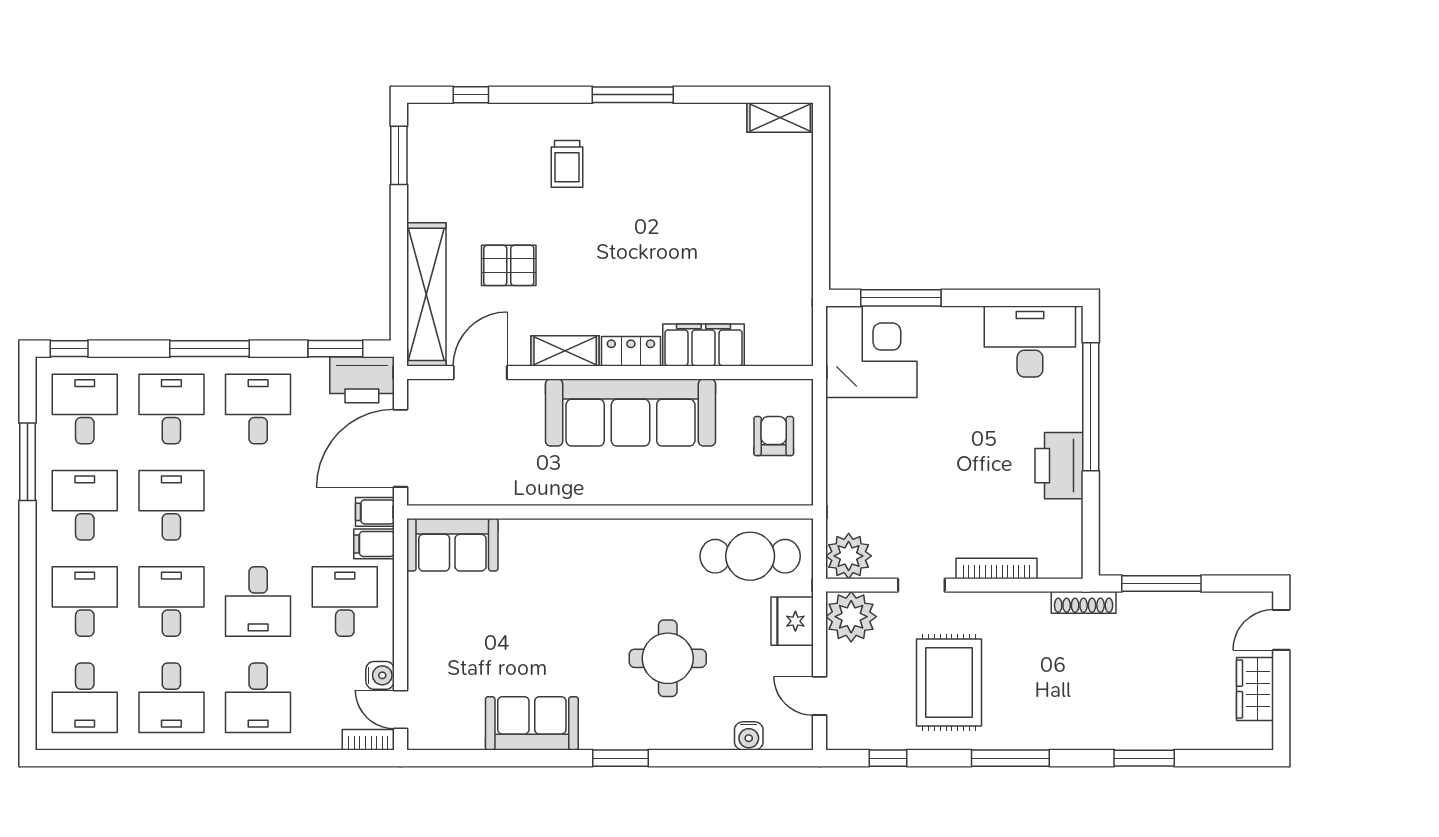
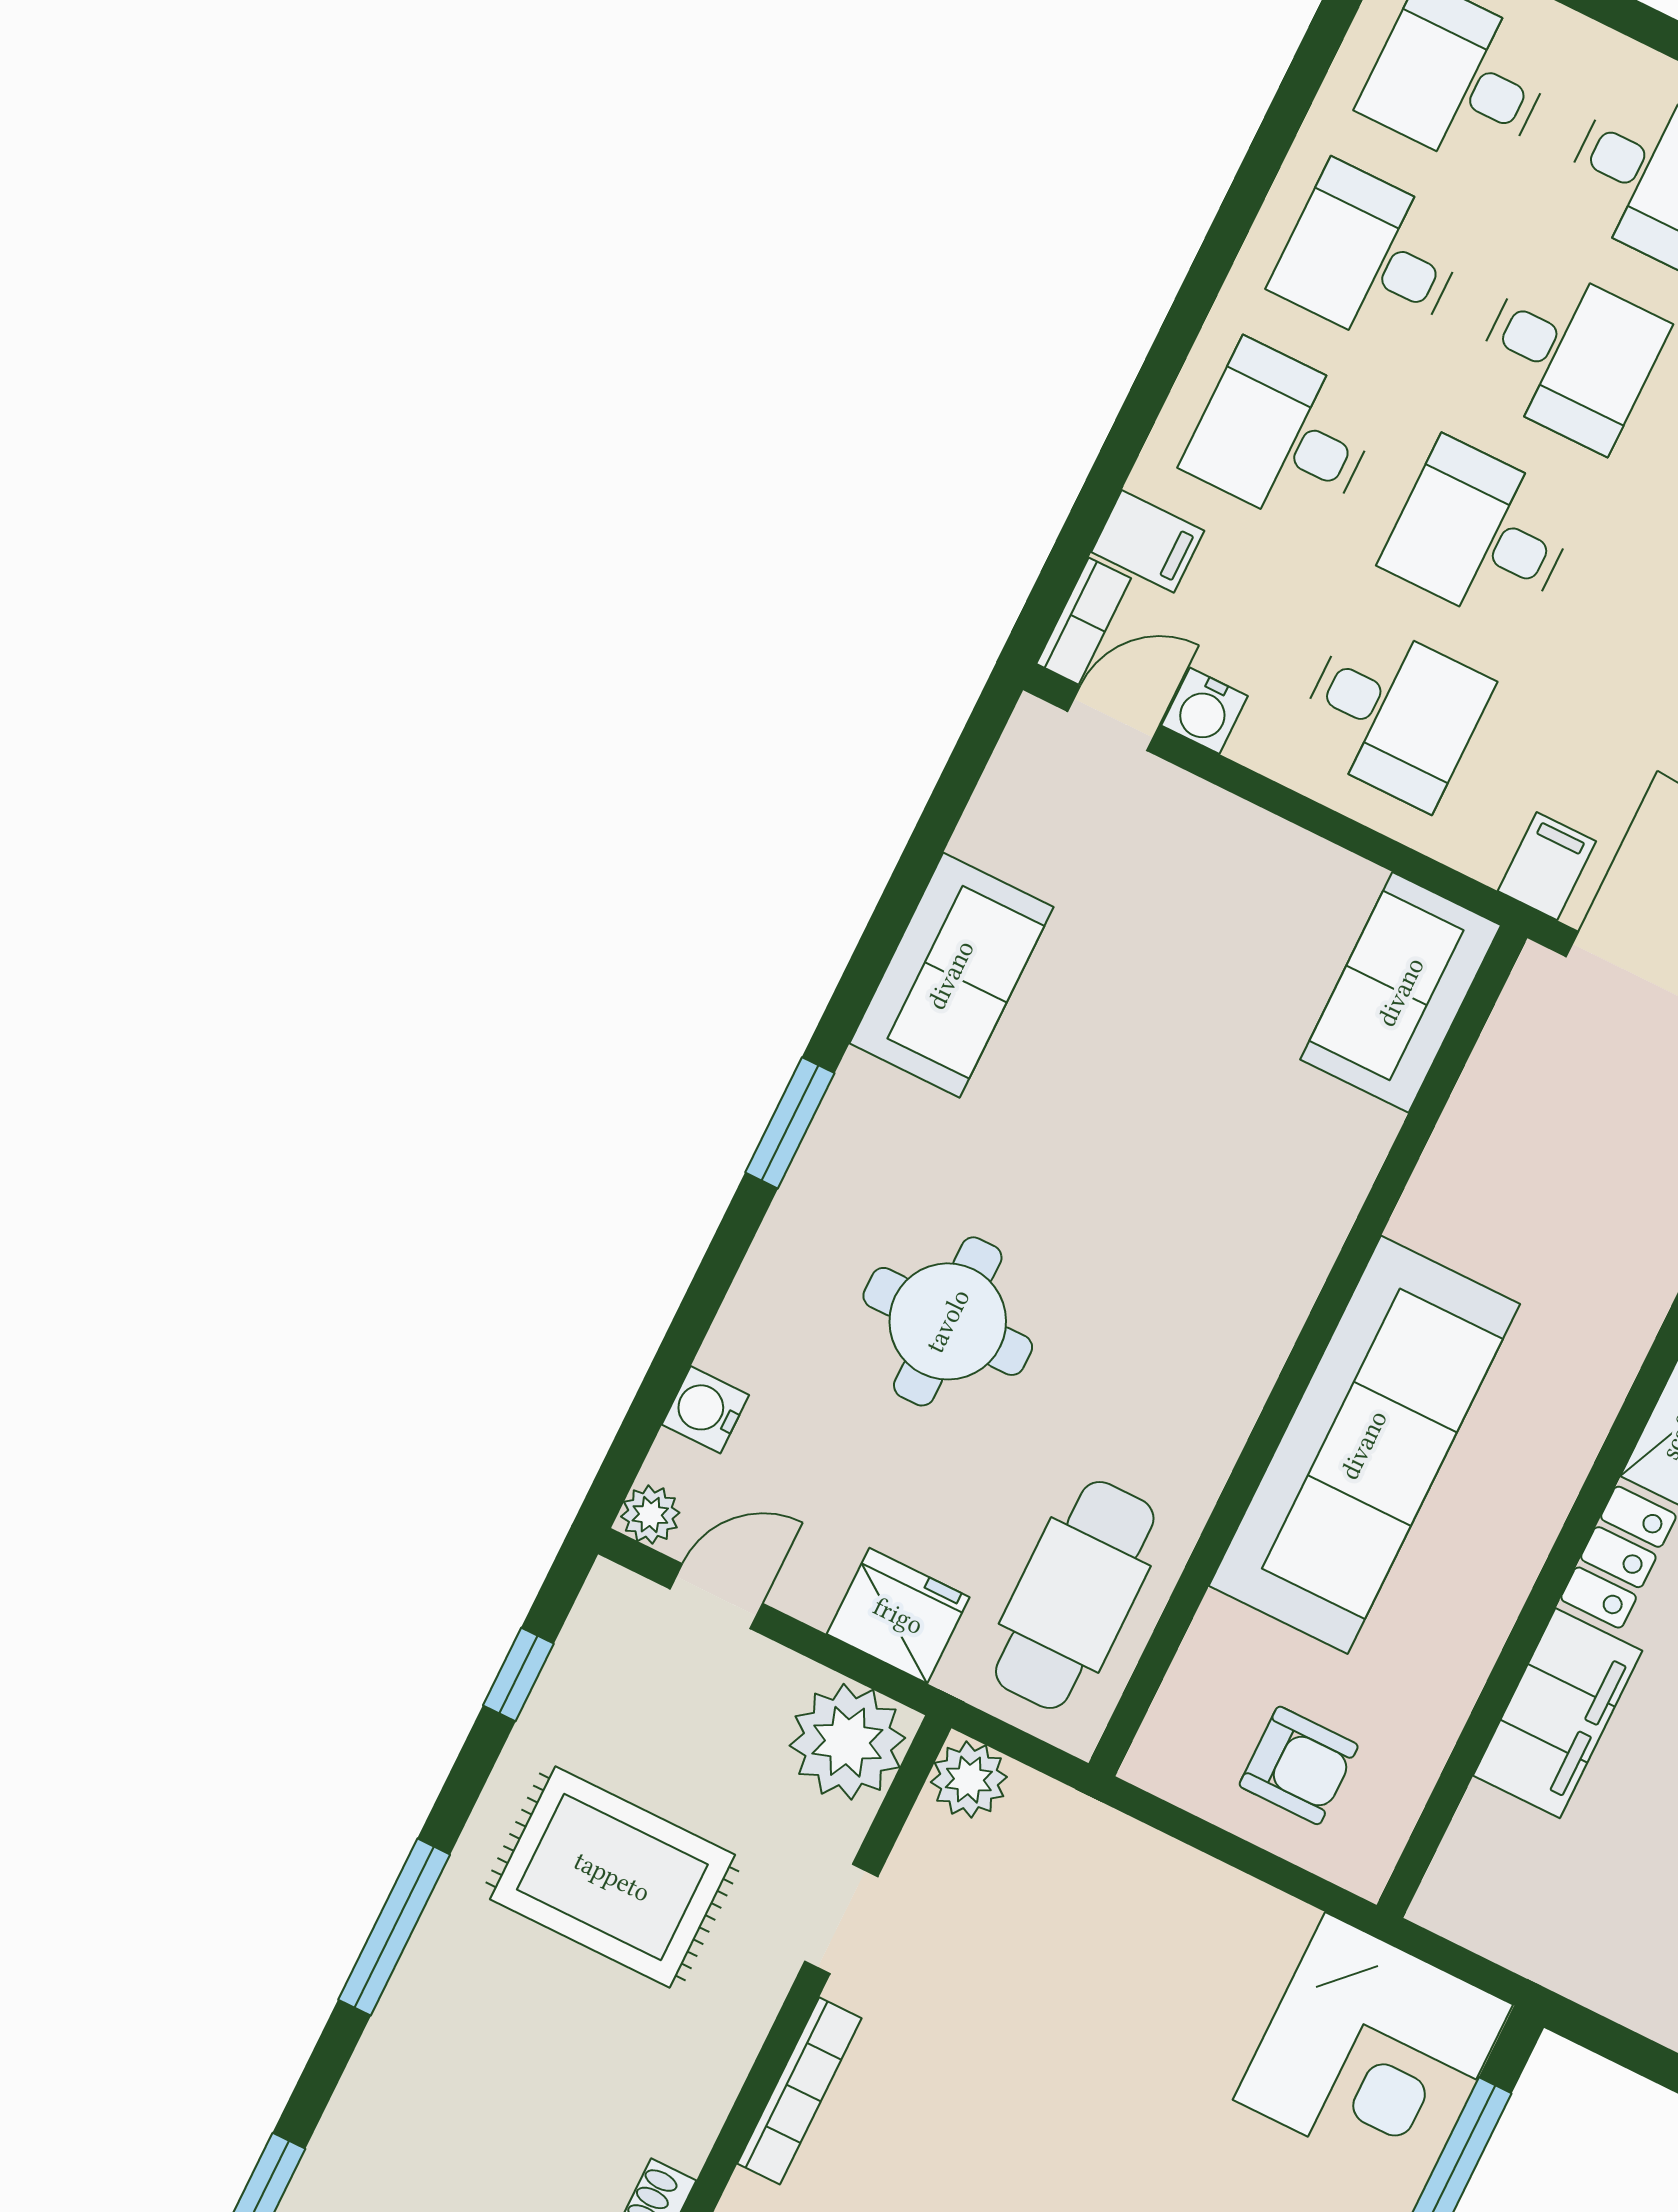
sofa: (631, 413) -> (1364, 1445), moved, turned 180
filing cabinet: (374, 544) -> (1148, 541), moved, turned 90
plant: (849, 556) -> (969, 1780), width x0.73, depth x0.73
plant: (800, 737) -> (650, 1515), added

